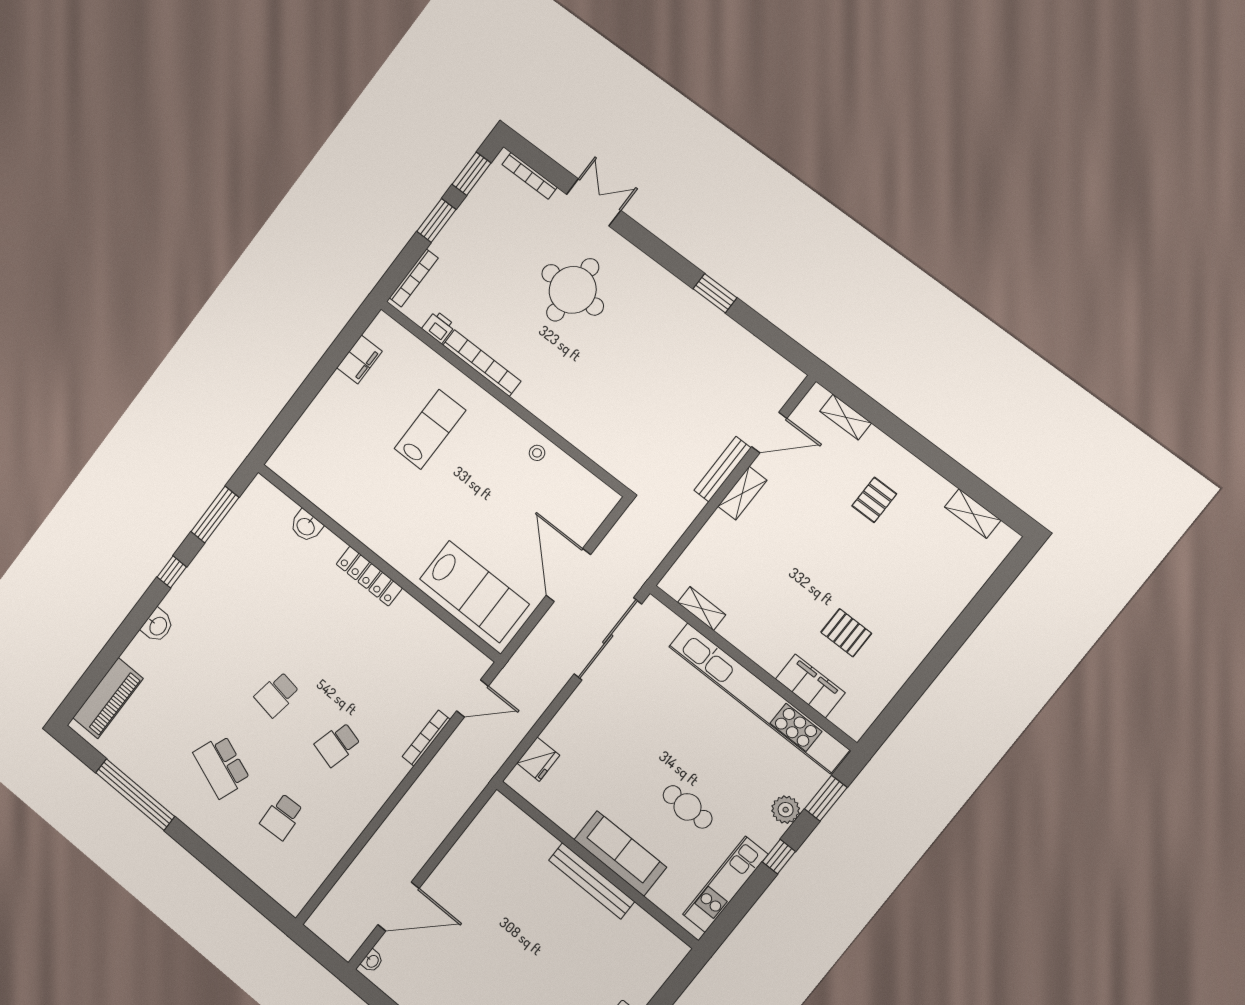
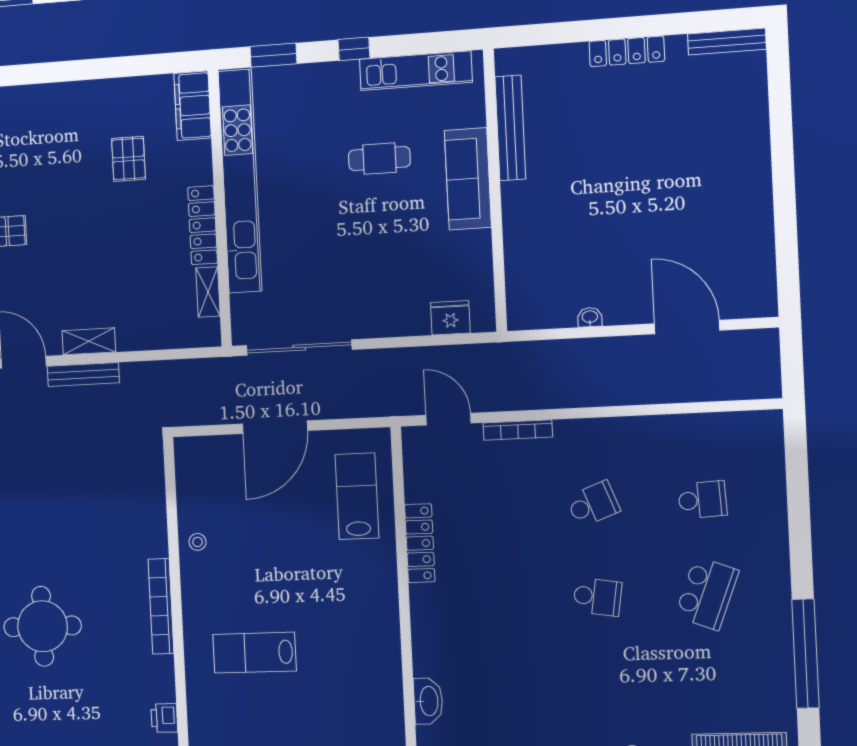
bookcase: (482, 363) -> (161, 606), moved
washbasin: (306, 526) -> (428, 701), width x1.38
locker: (369, 576) -> (420, 543), moved
lab bench: (474, 592) -> (357, 496), width x0.73, depth x0.72
locker: (752, 645) -> (203, 225), added
filing cabinet: (810, 686) -> (193, 106), moved
school desk: (338, 744) -> (593, 504), turned -36
cafe table: (688, 807) -> (379, 159), turned 90
plant: (786, 810) -> (311, 78), removed
bench: (592, 881) -> (510, 128), moved
washbasin: (372, 961) -> (590, 317), moved

